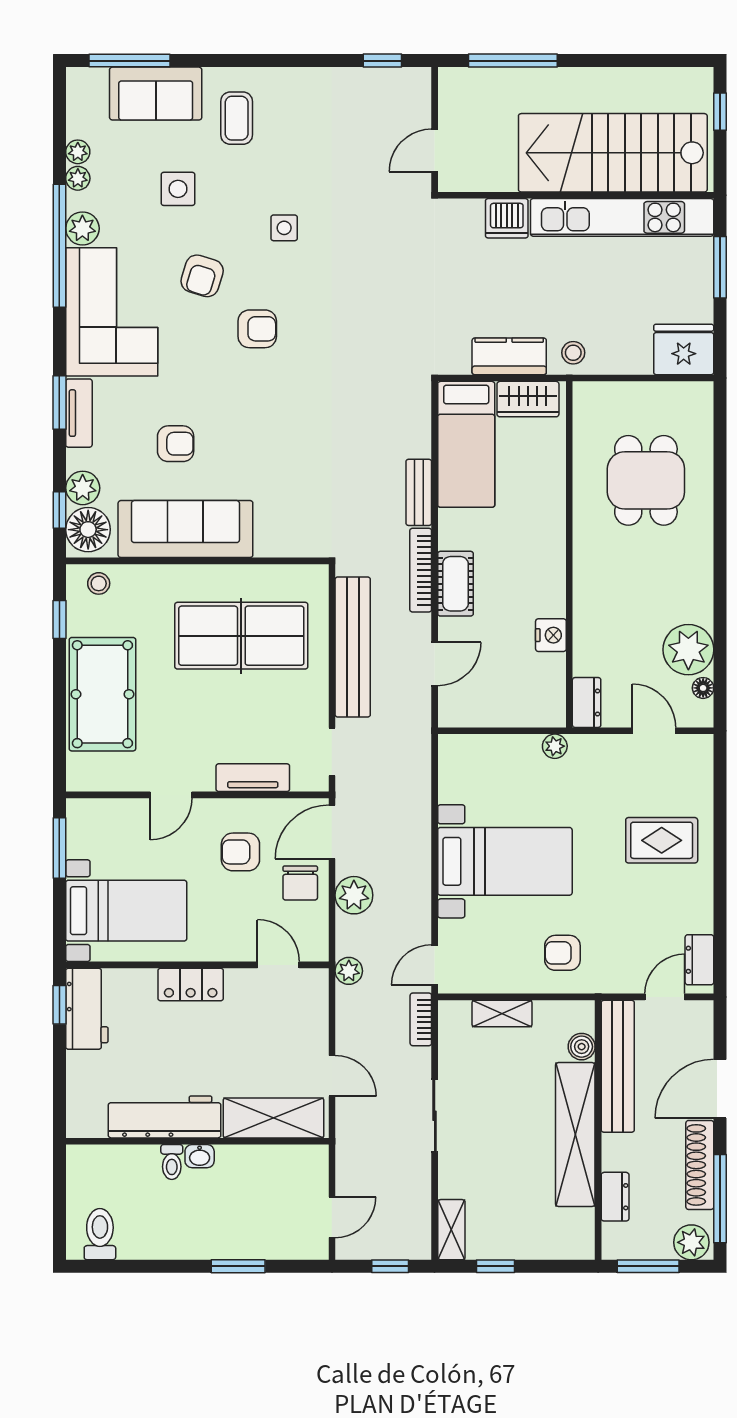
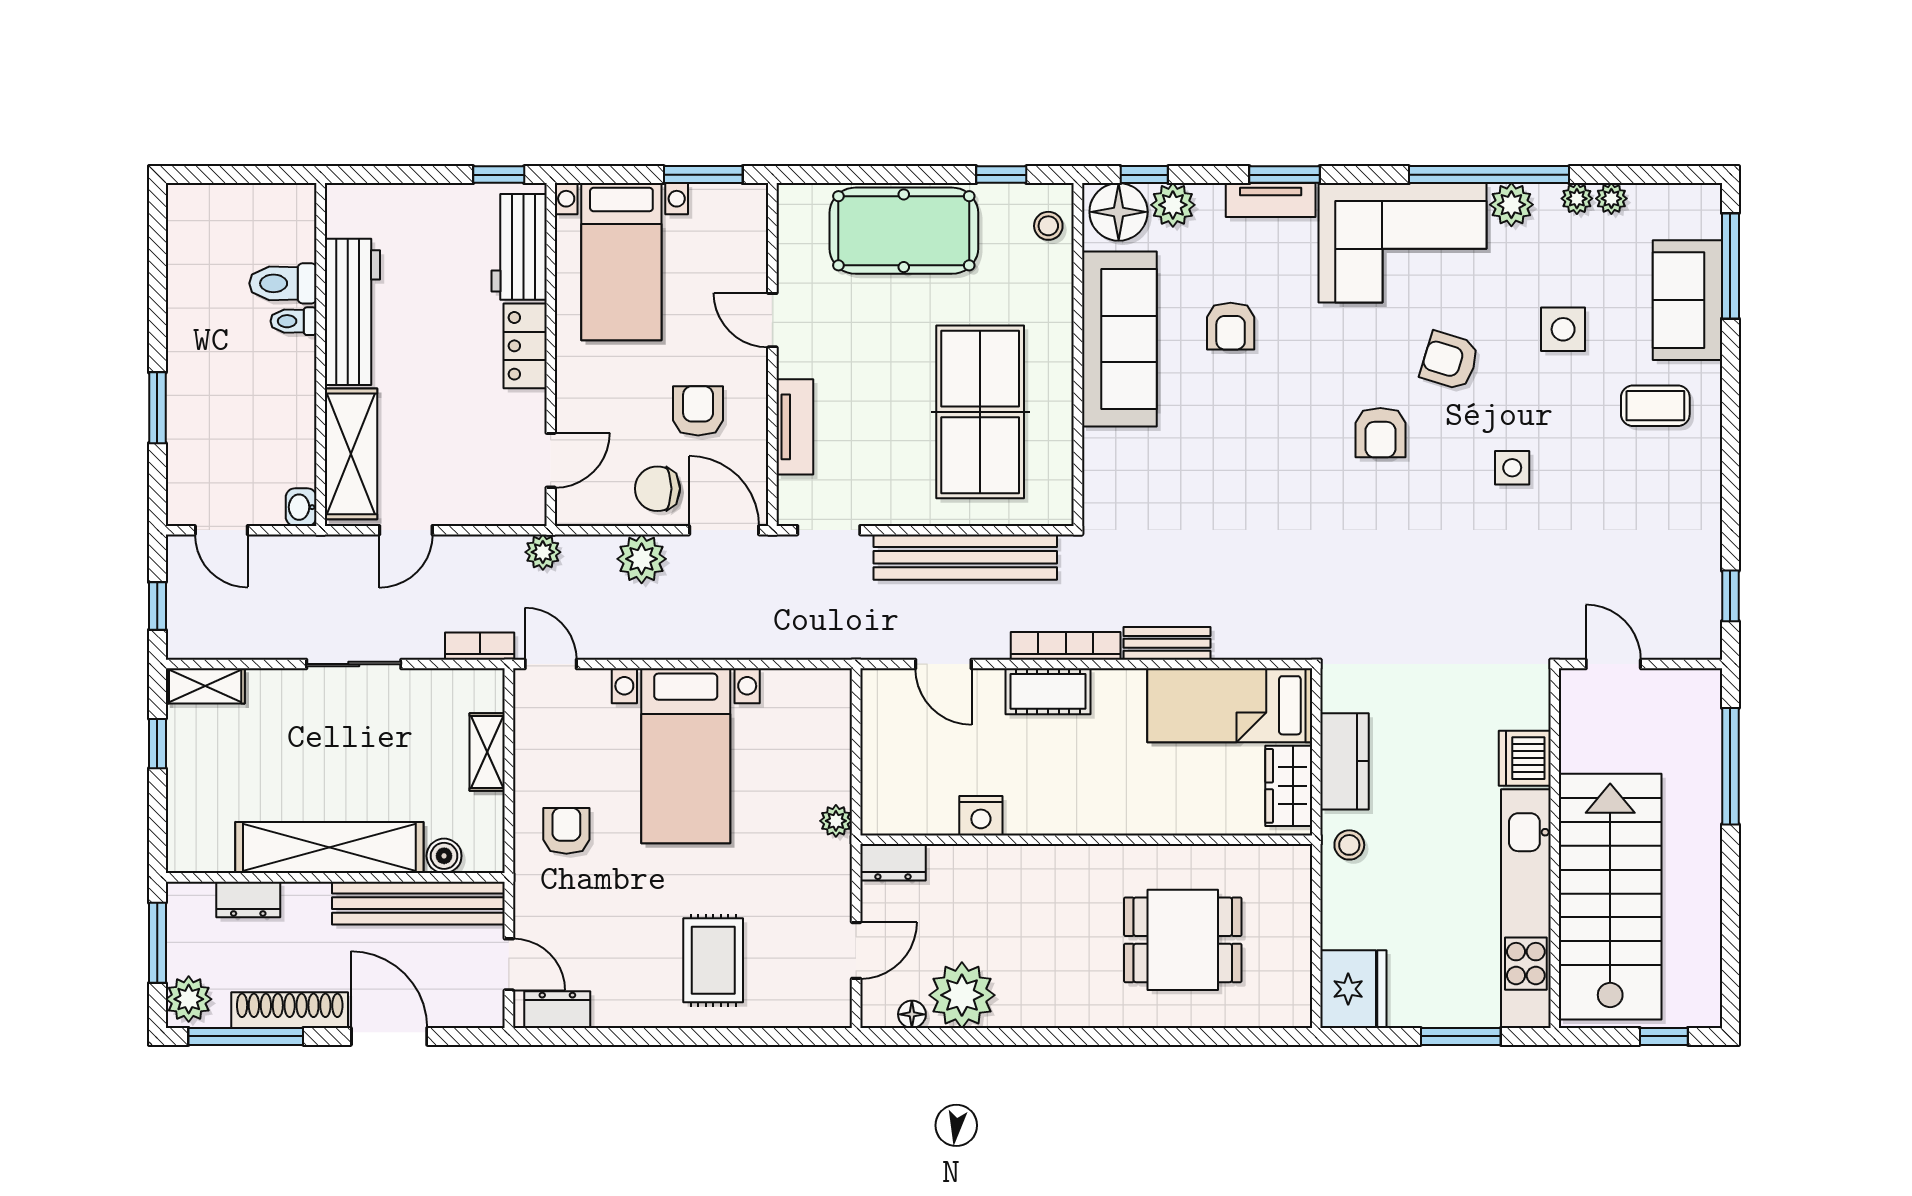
workbench: (87, 1009) -> (519, 247), moved, turned 90
washbasin: (200, 1156) -> (301, 507), moved
toilet: (100, 1234) -> (283, 283), moved, turned 180

